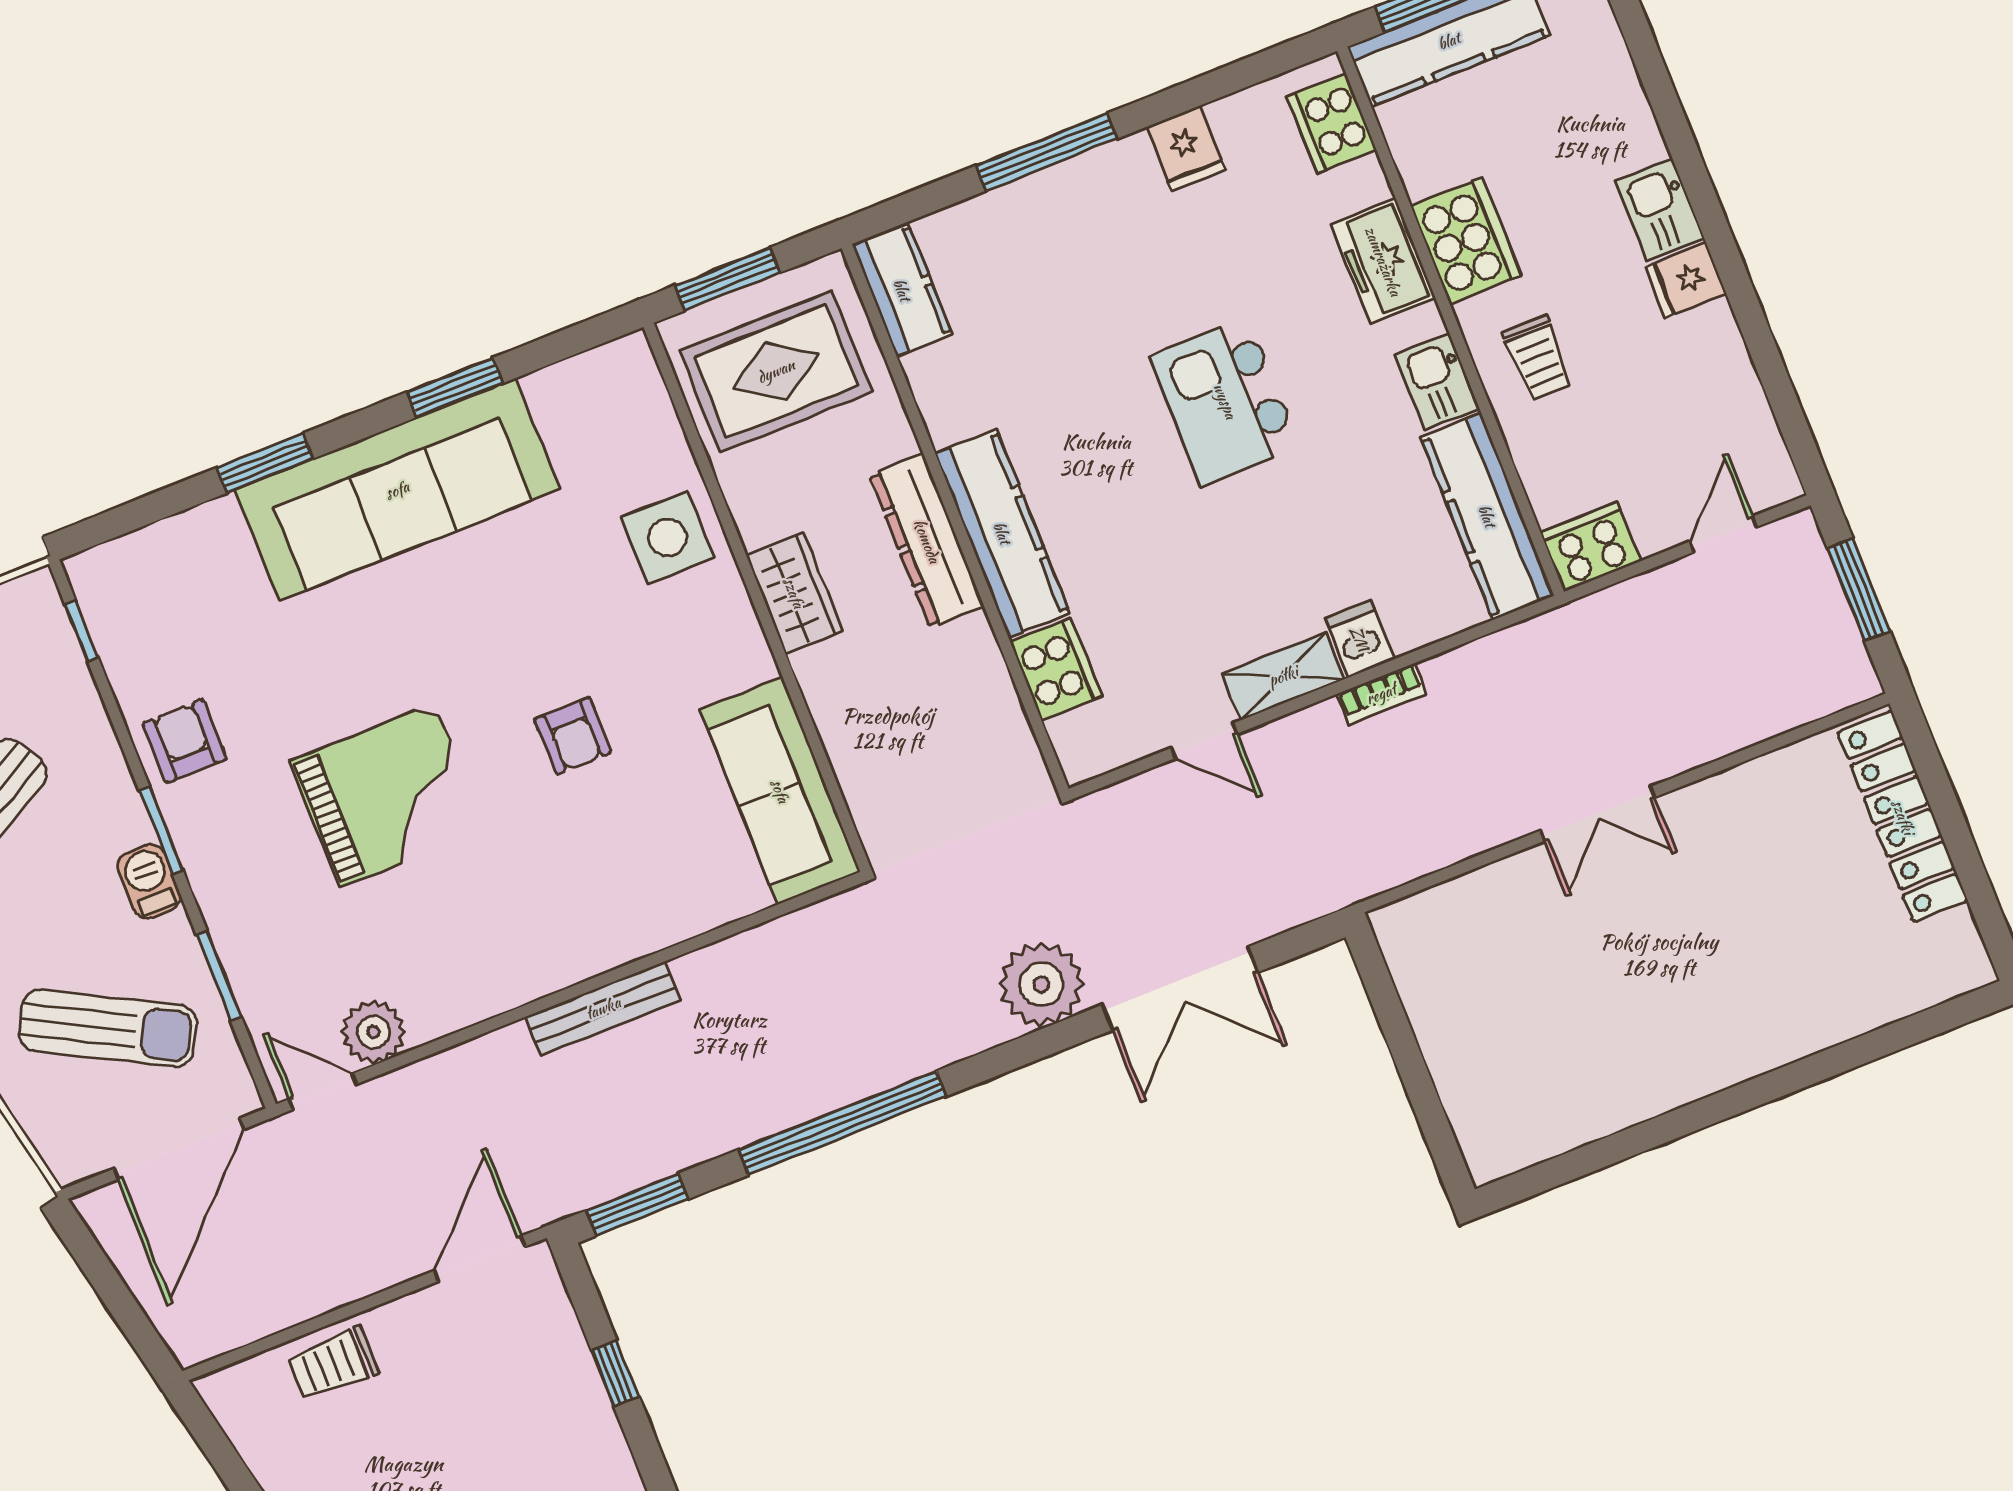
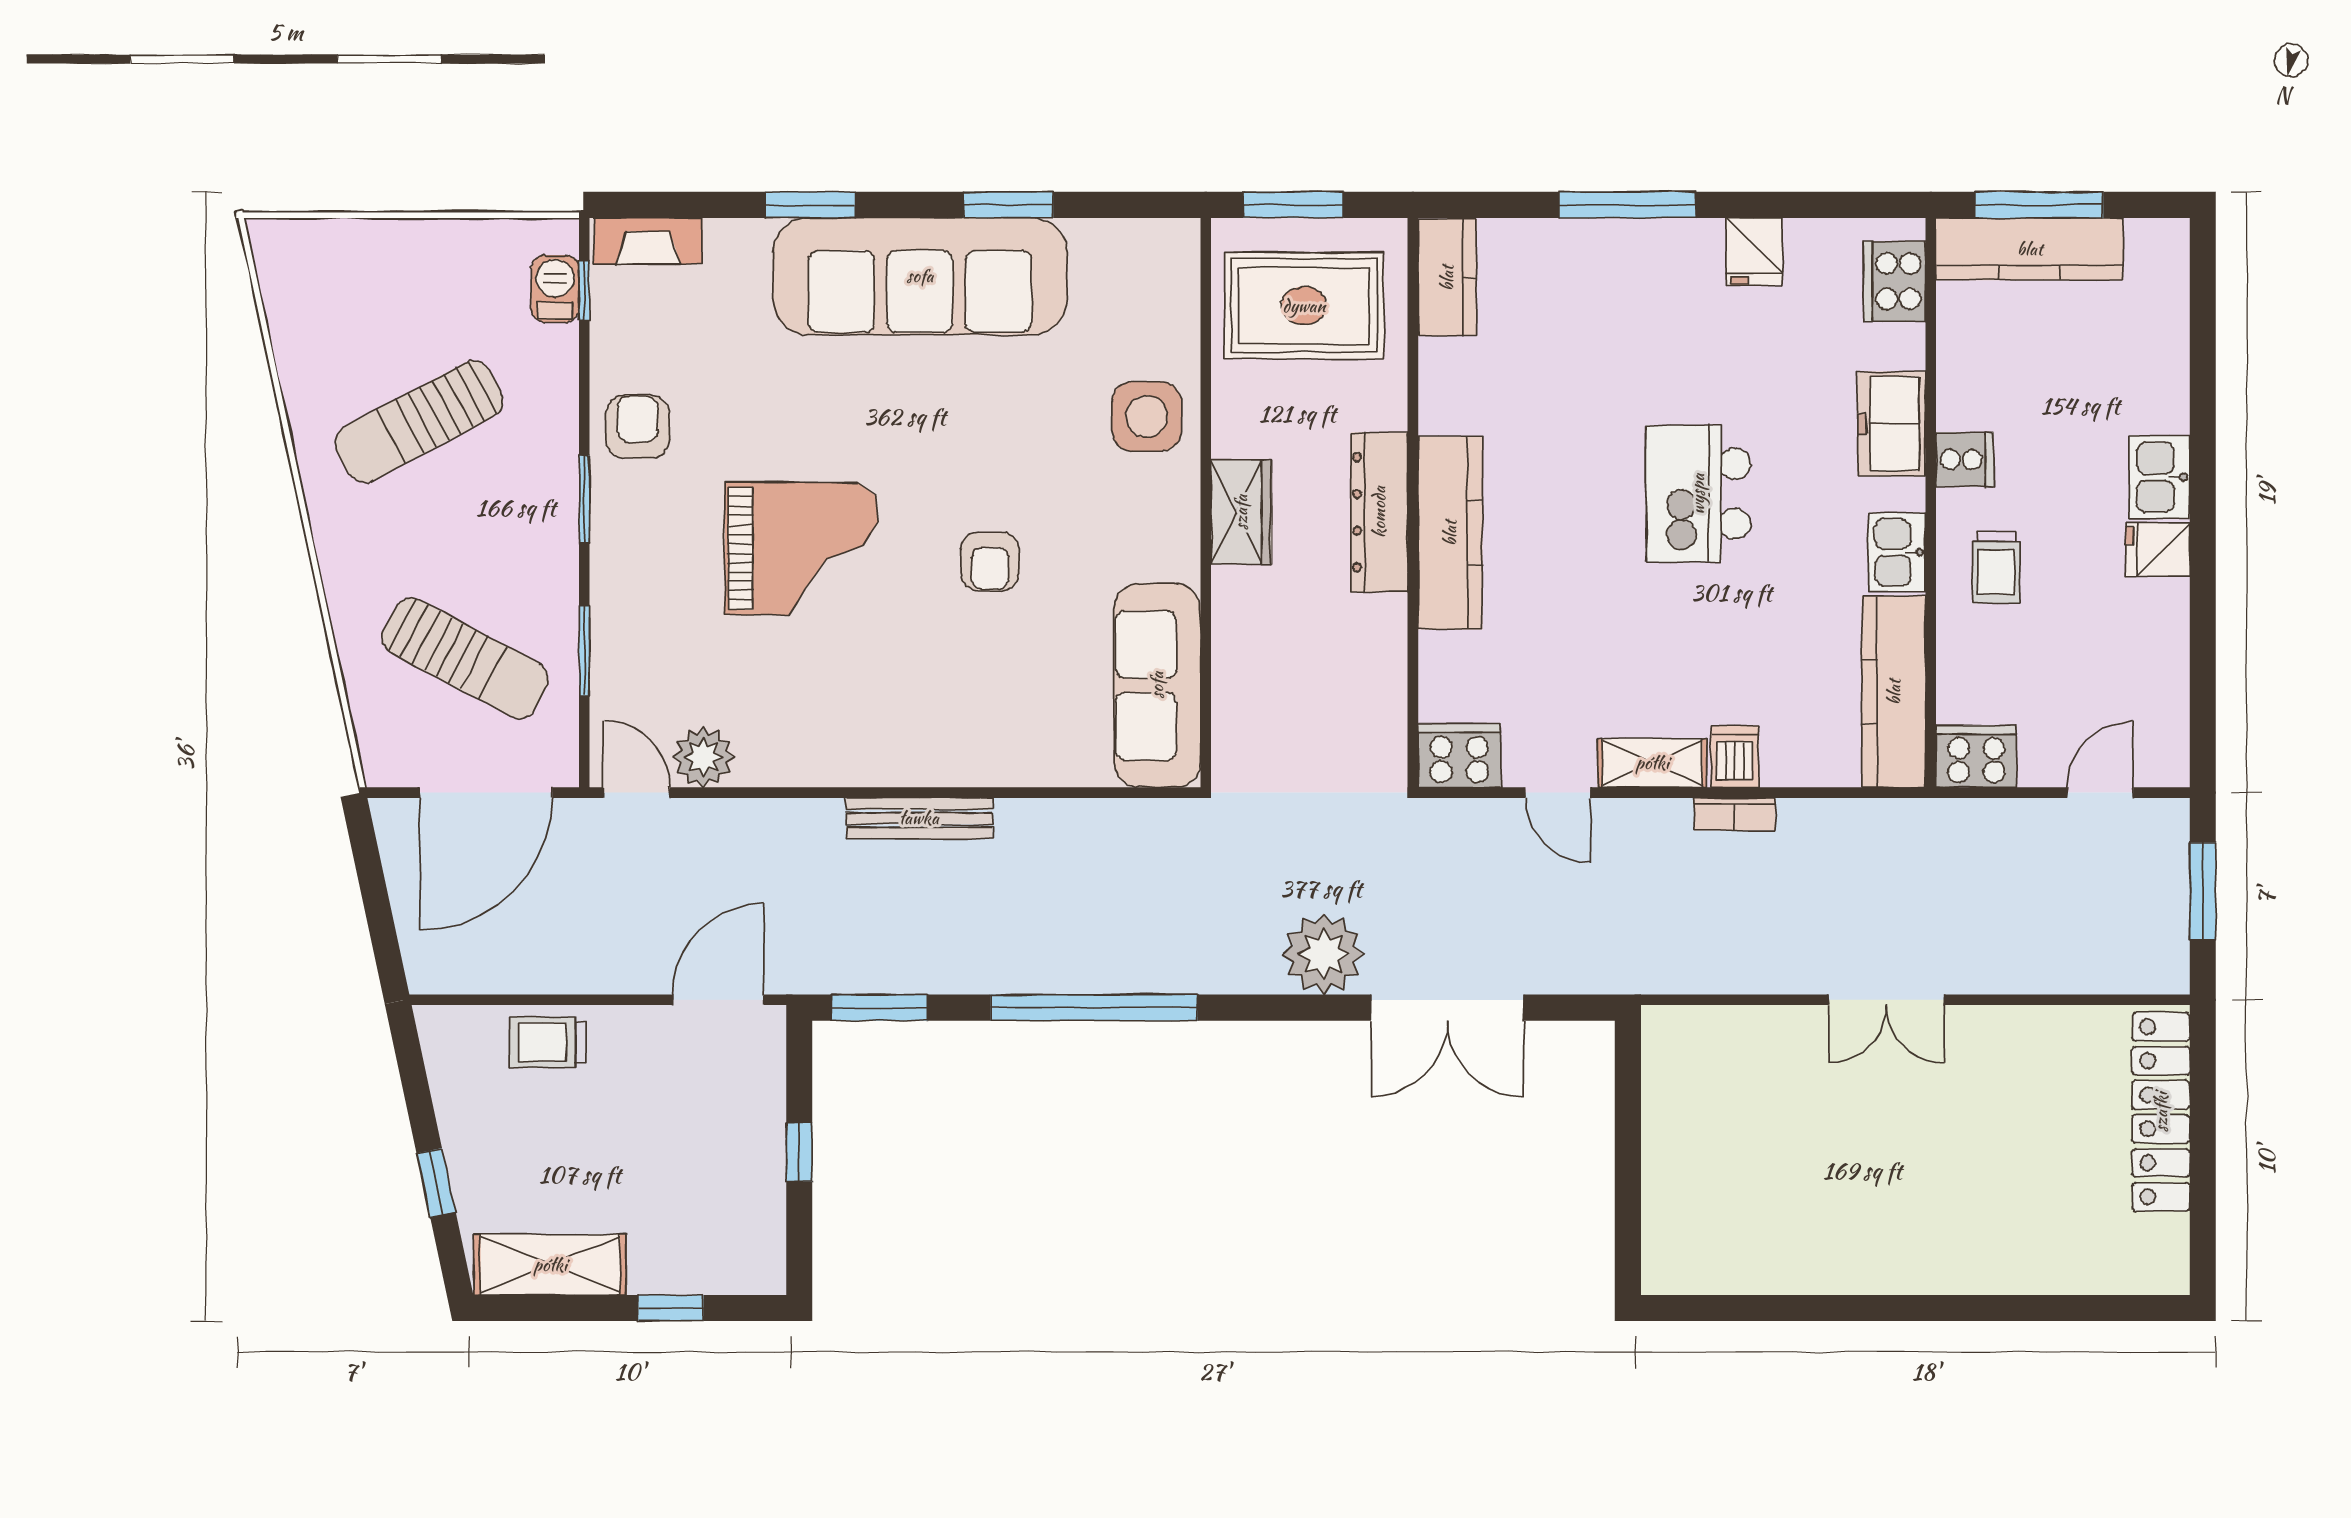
cooker: (1466, 241) -> (1965, 459), width x0.53, depth x0.76
fireplace: (124, 559) -> (648, 241), added
cooker: (1056, 669) -> (1459, 756), moved, turned -90
barbecue: (149, 881) -> (555, 289), moved

